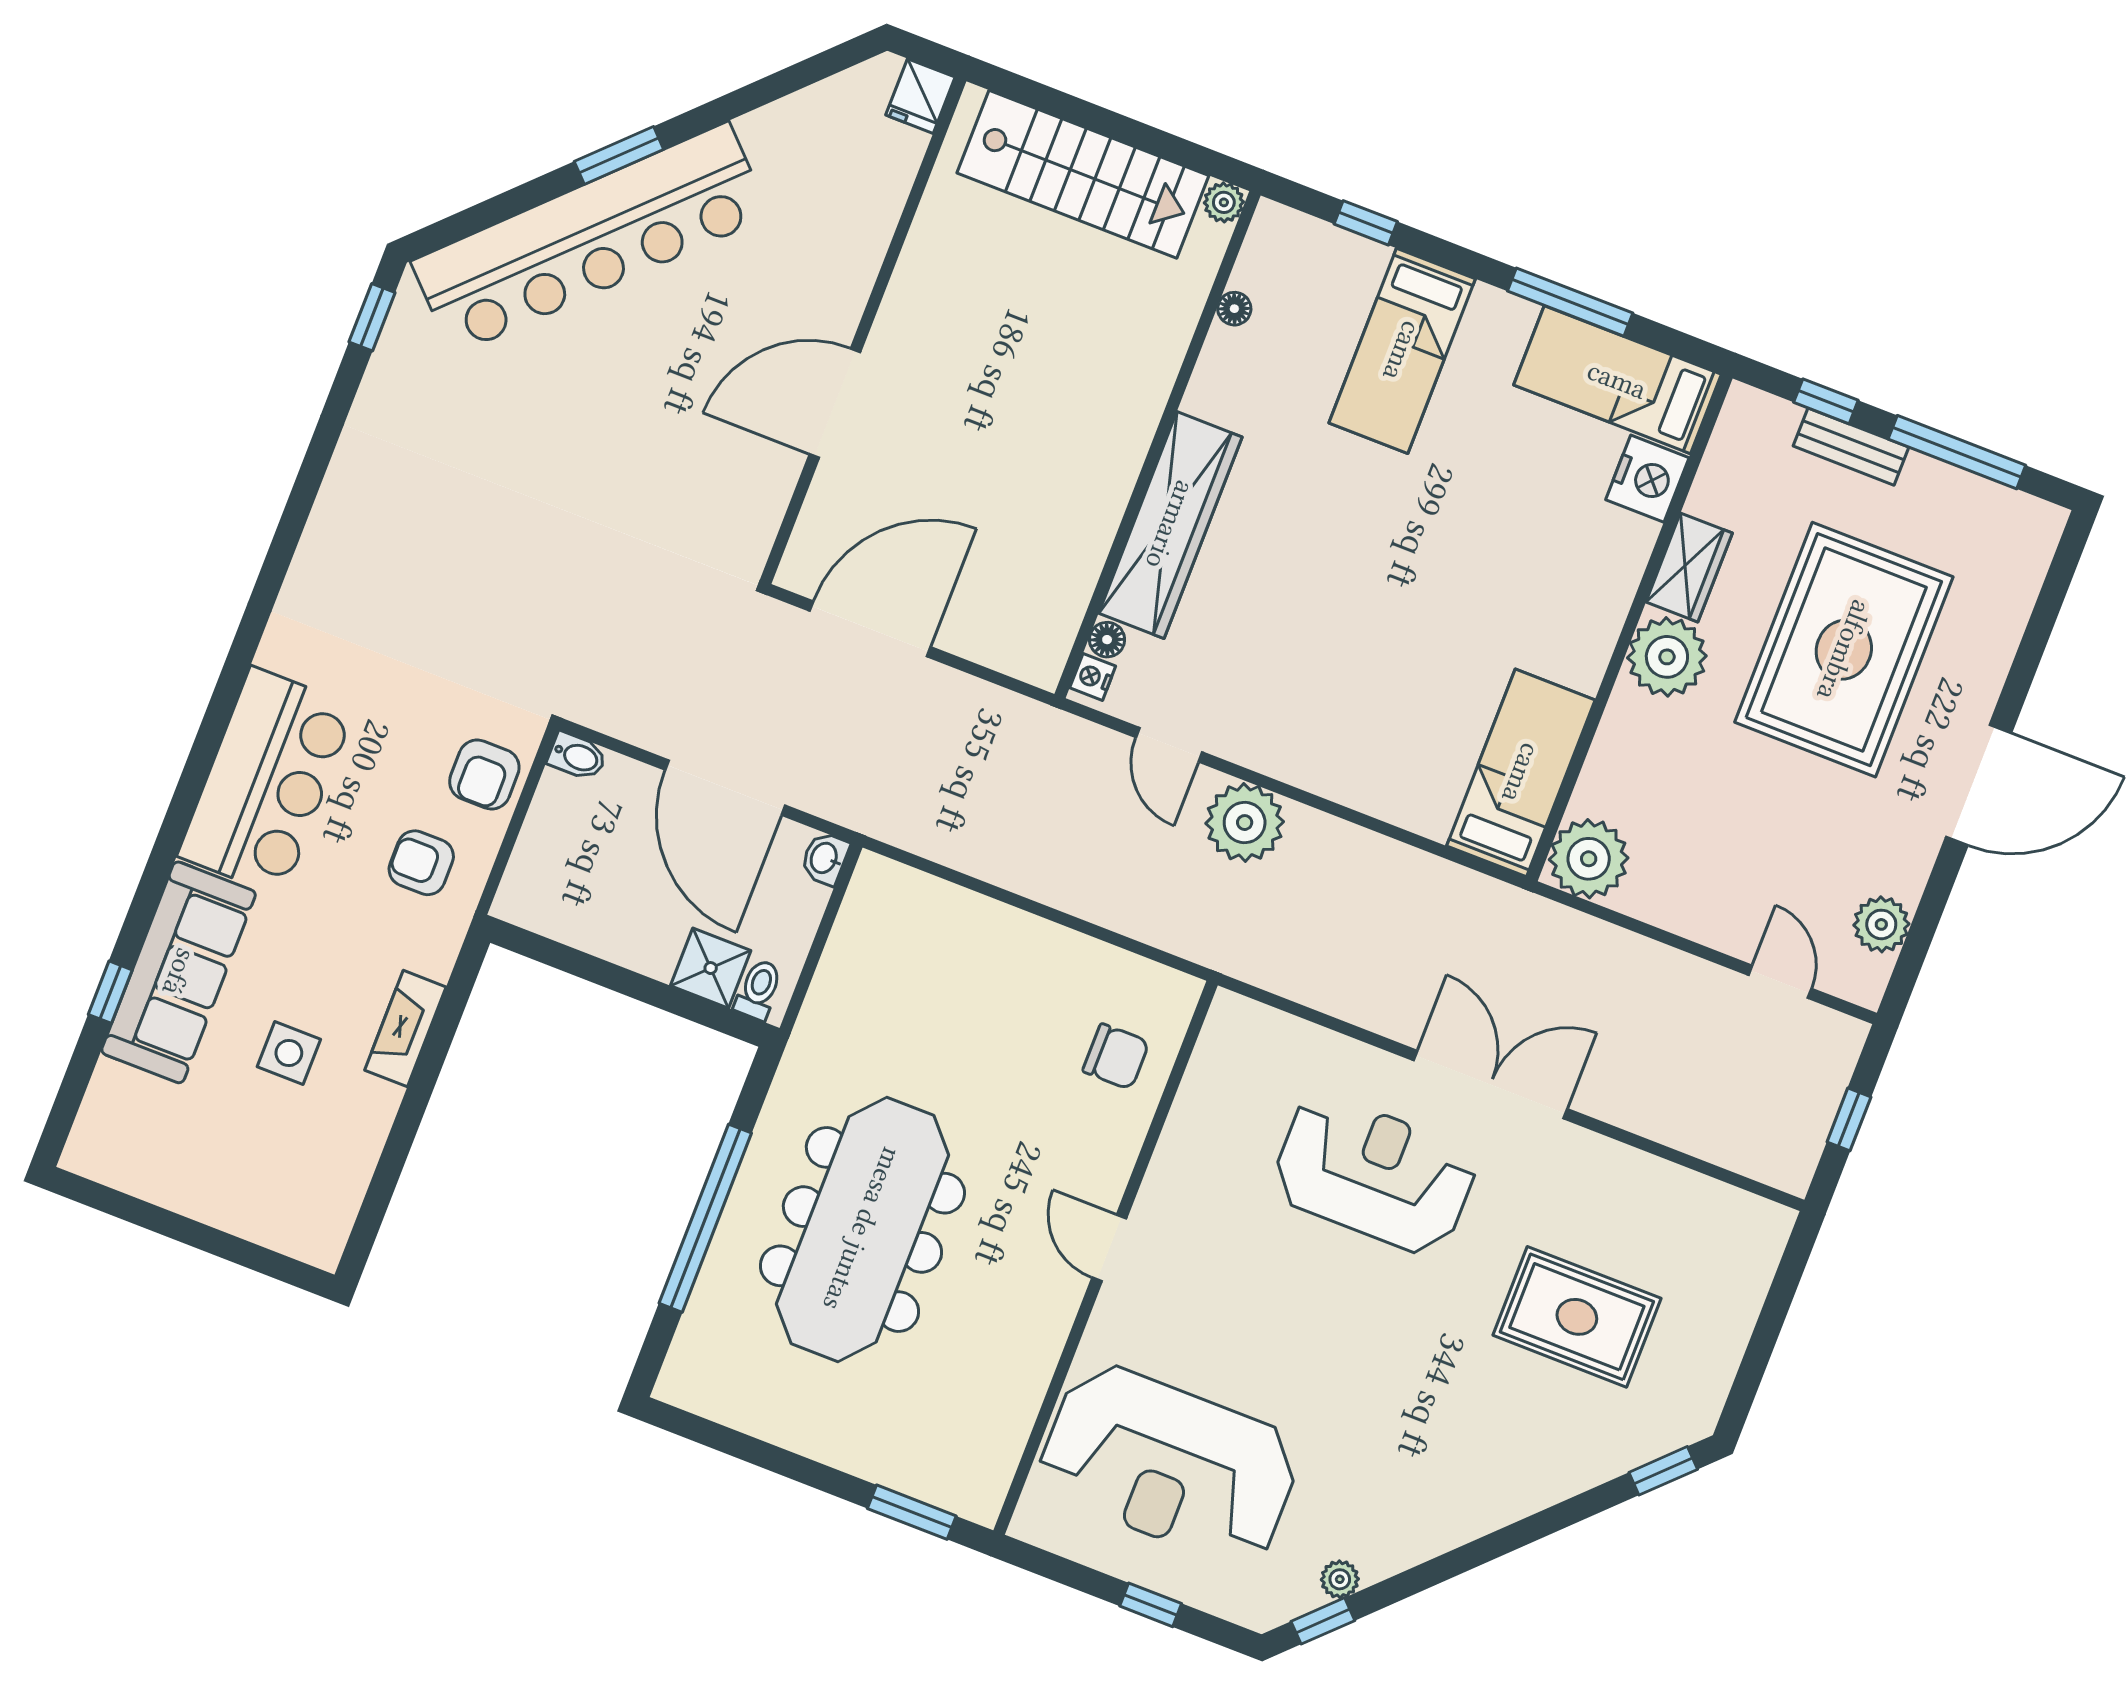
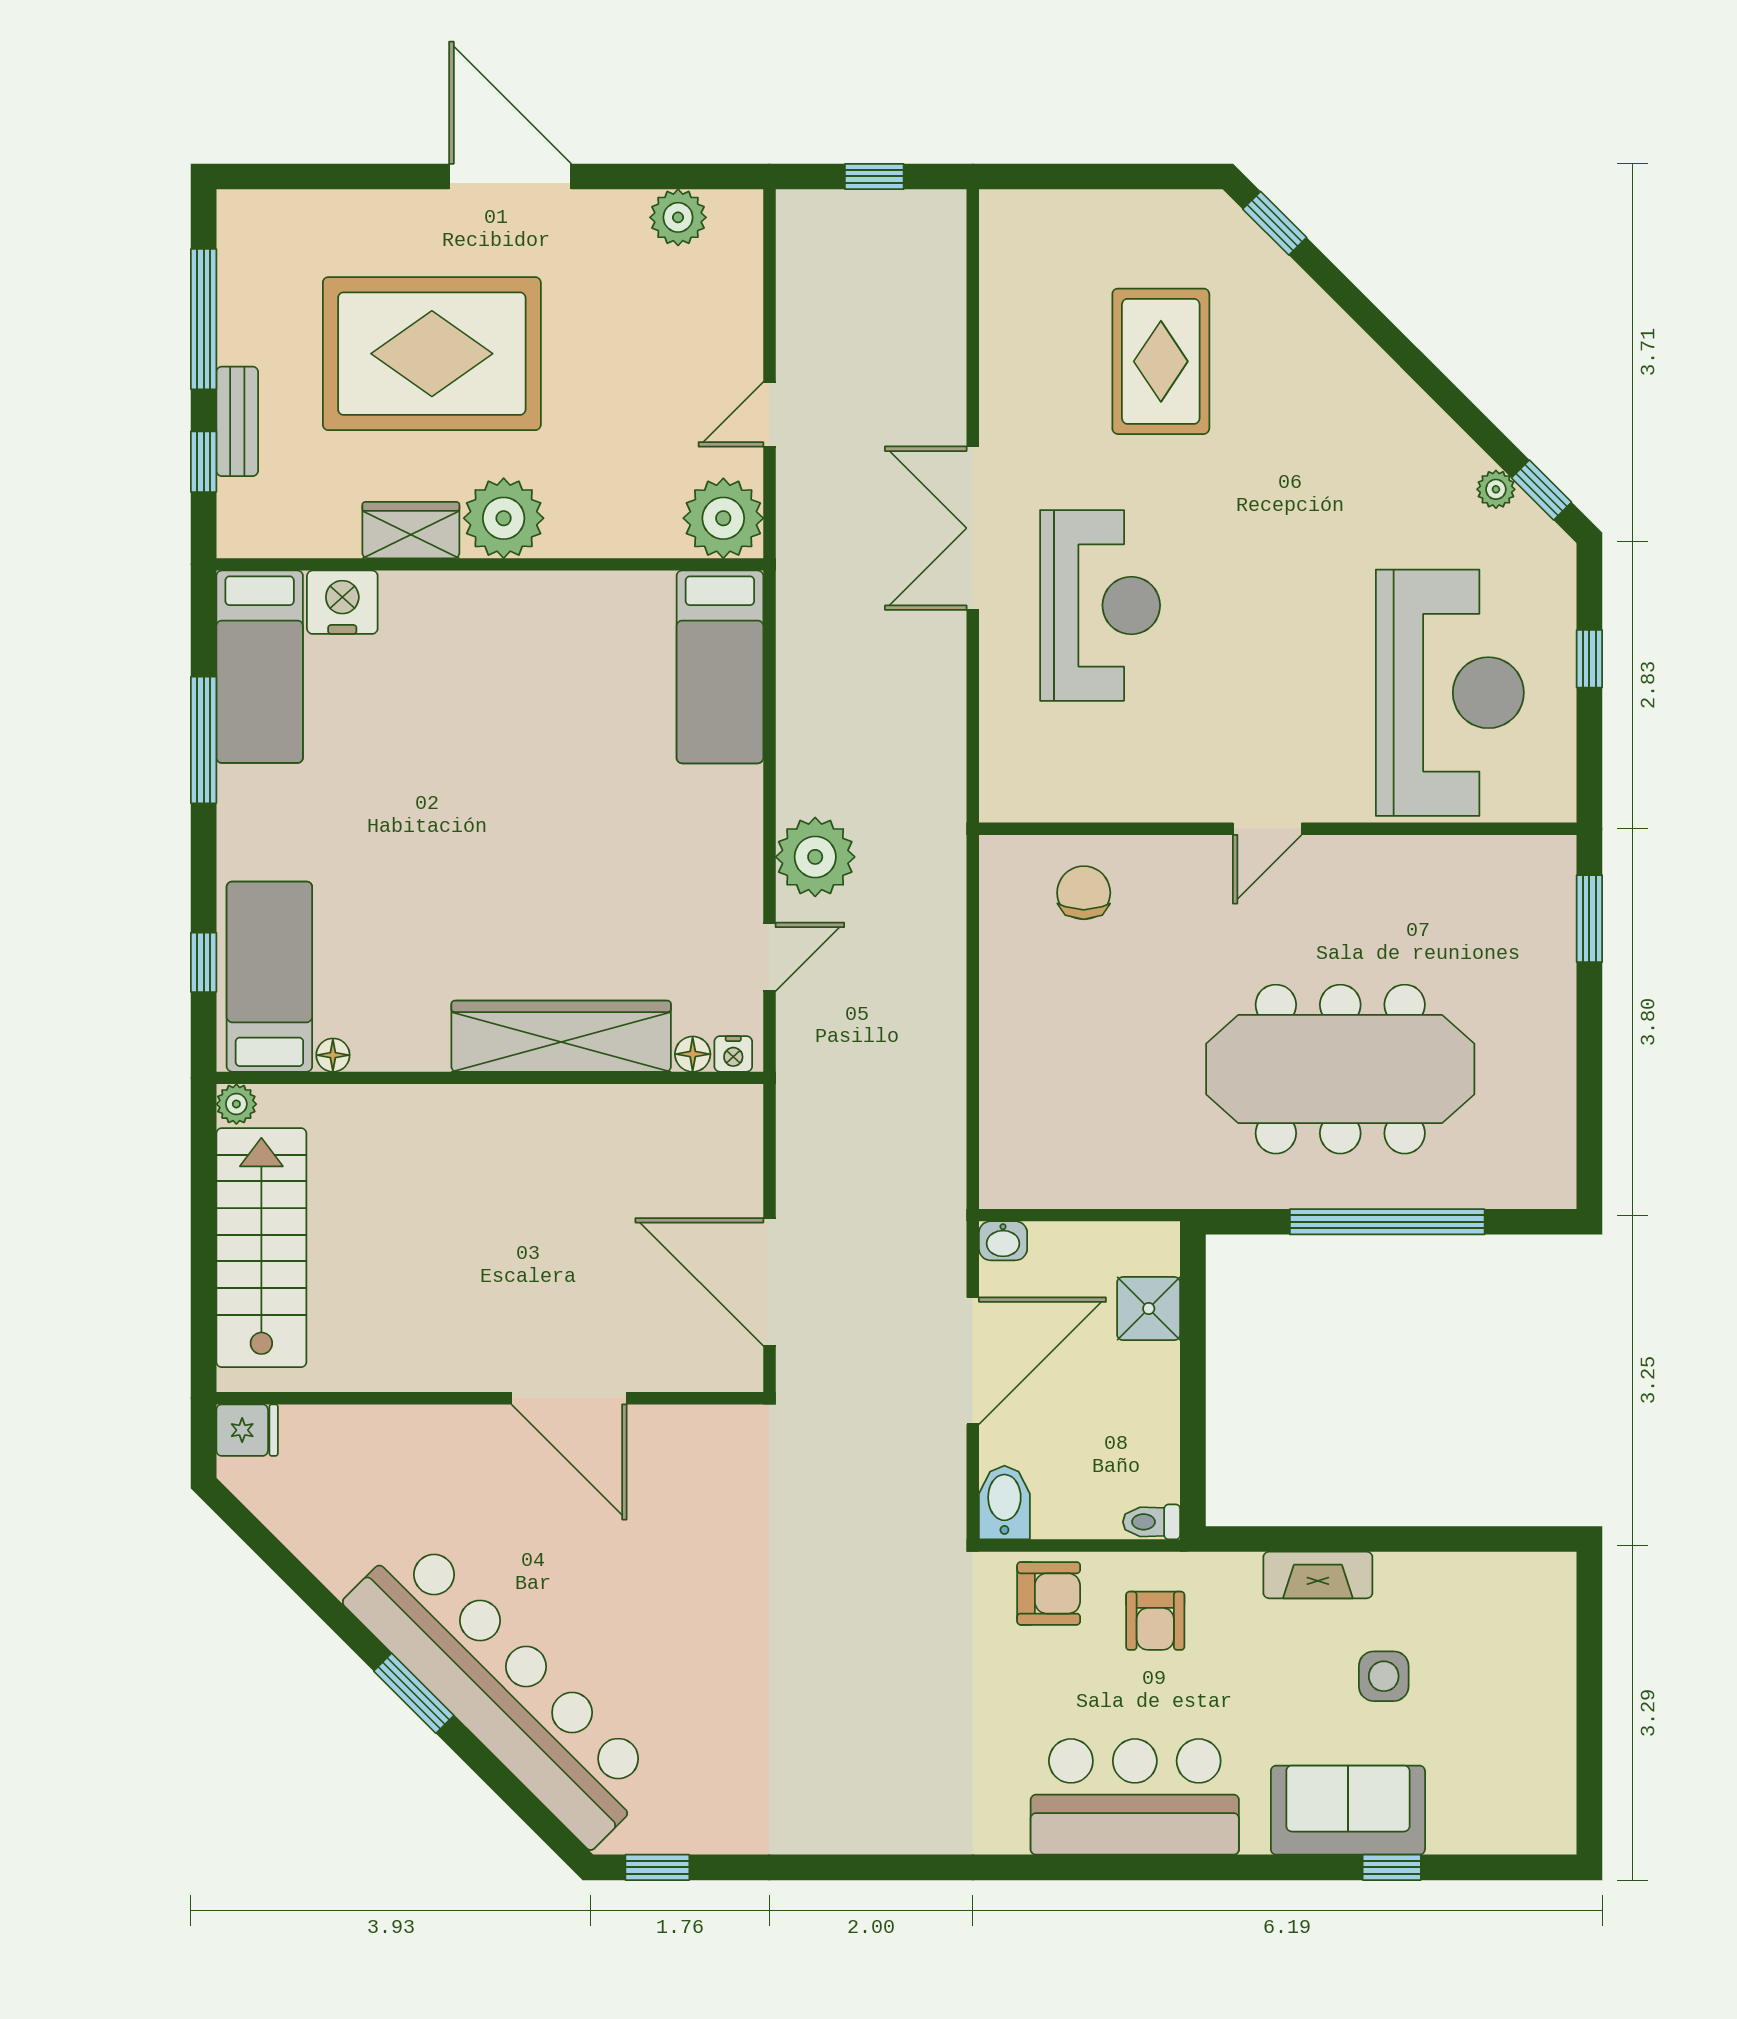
bed: (1402, 351) -> (269, 977), moved, turned -90
bidet: (577, 756) -> (1004, 1503), width x1.38, depth x1.36
bed: (1521, 773) -> (720, 667), moved, turned -90
sofa: (179, 972) -> (1348, 1810), width x0.73
door: (1780, 982) -> (769, 414), moved
toilet: (759, 990) -> (1152, 1522), moved
reception desk: (1374, 1174) -> (1100, 605), turned 180

